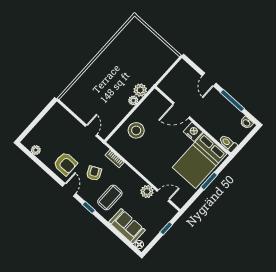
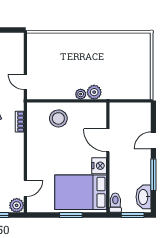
washbasin: (247, 123) -> (144, 197), width x1.91, depth x1.45
door: (91, 130) -> (25, 82), swing flipped
window: (247, 139) -> (133, 215), added
plant: (147, 192) -> (17, 205), moved
door: (163, 195) -> (25, 188), hinge flipped

